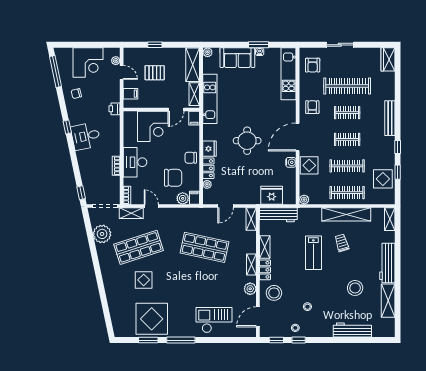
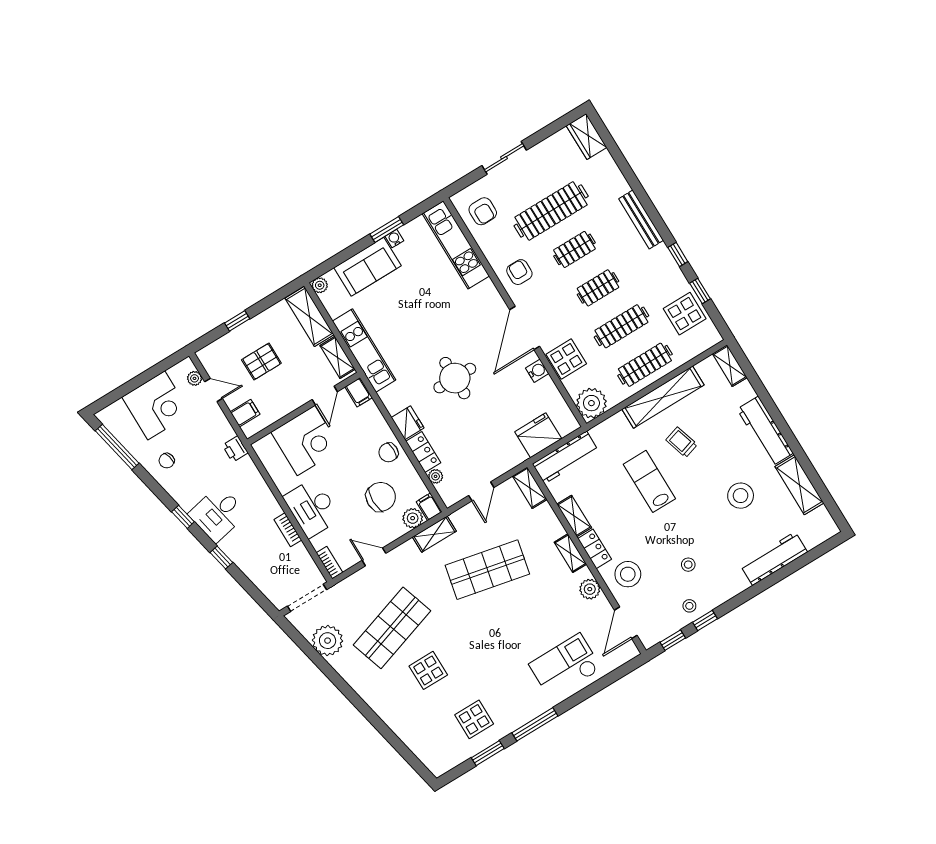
window: (81, 193) -> (221, 558), moved
plant: (304, 200) -> (591, 403), width x1.88, depth x1.88
shelving: (131, 213) -> (434, 534), moved
lab bench: (313, 253) -> (649, 481), turned 180
display table: (152, 319) -> (474, 719), width x0.54, depth x0.54

